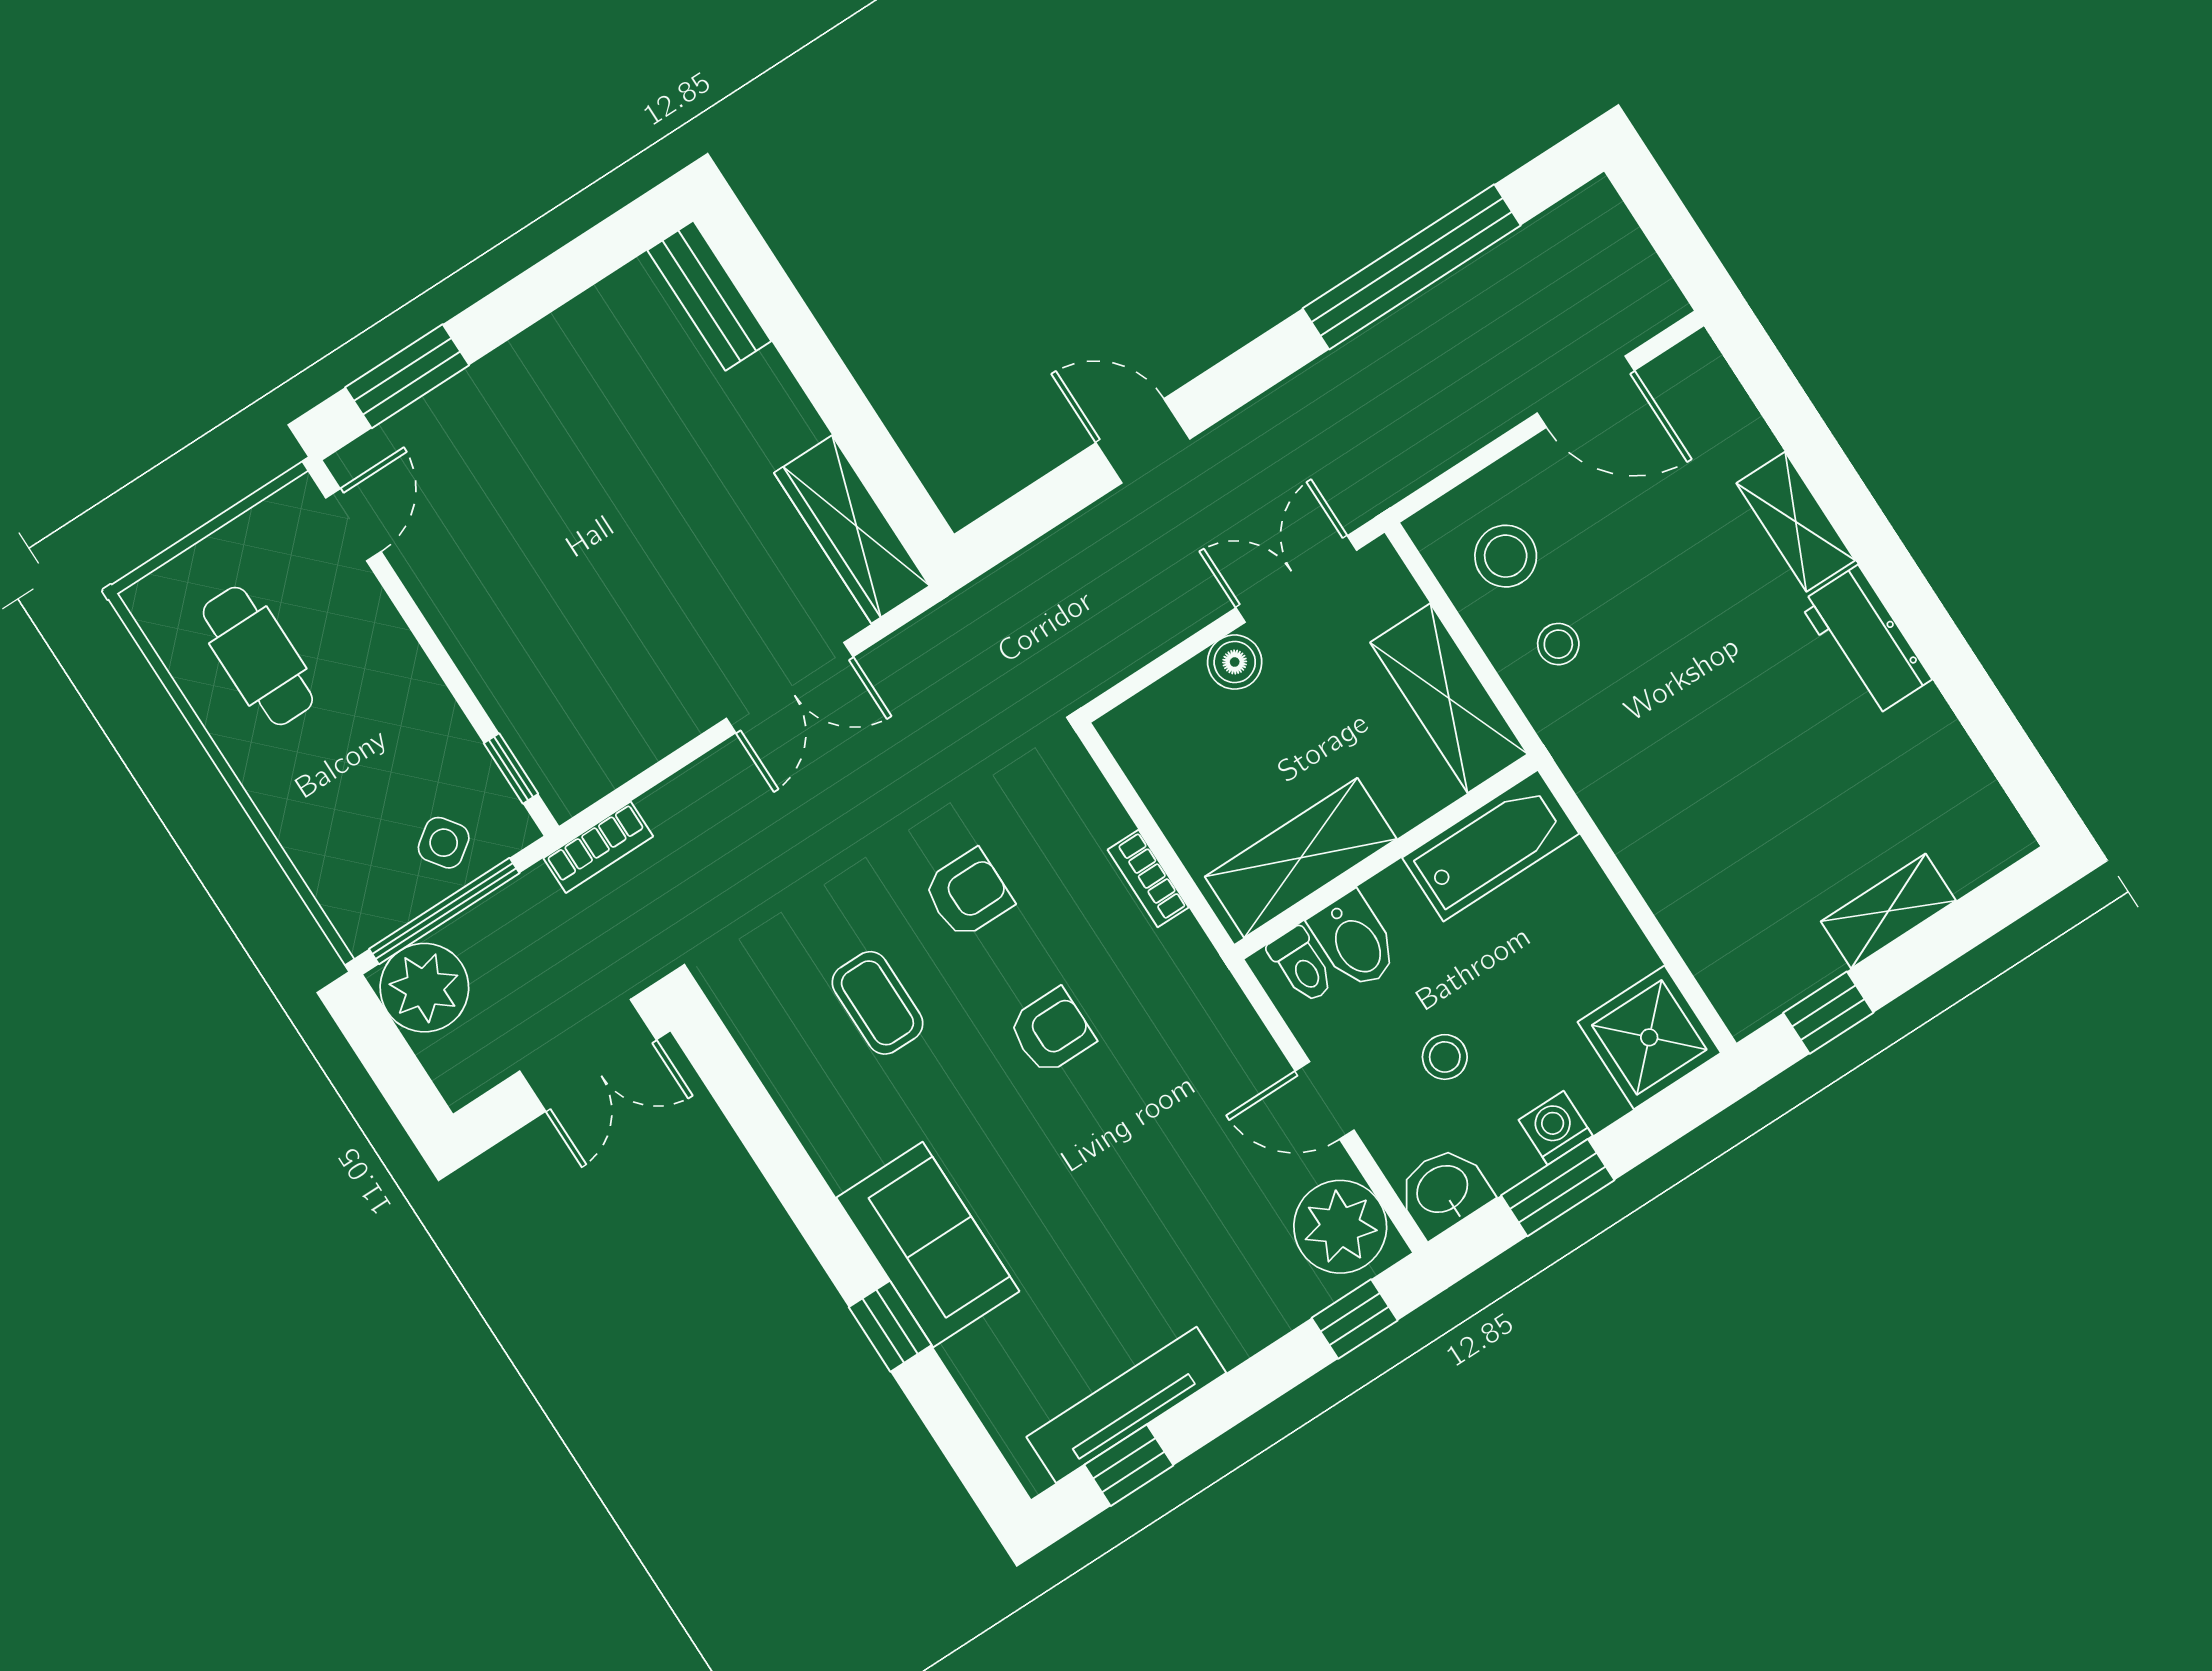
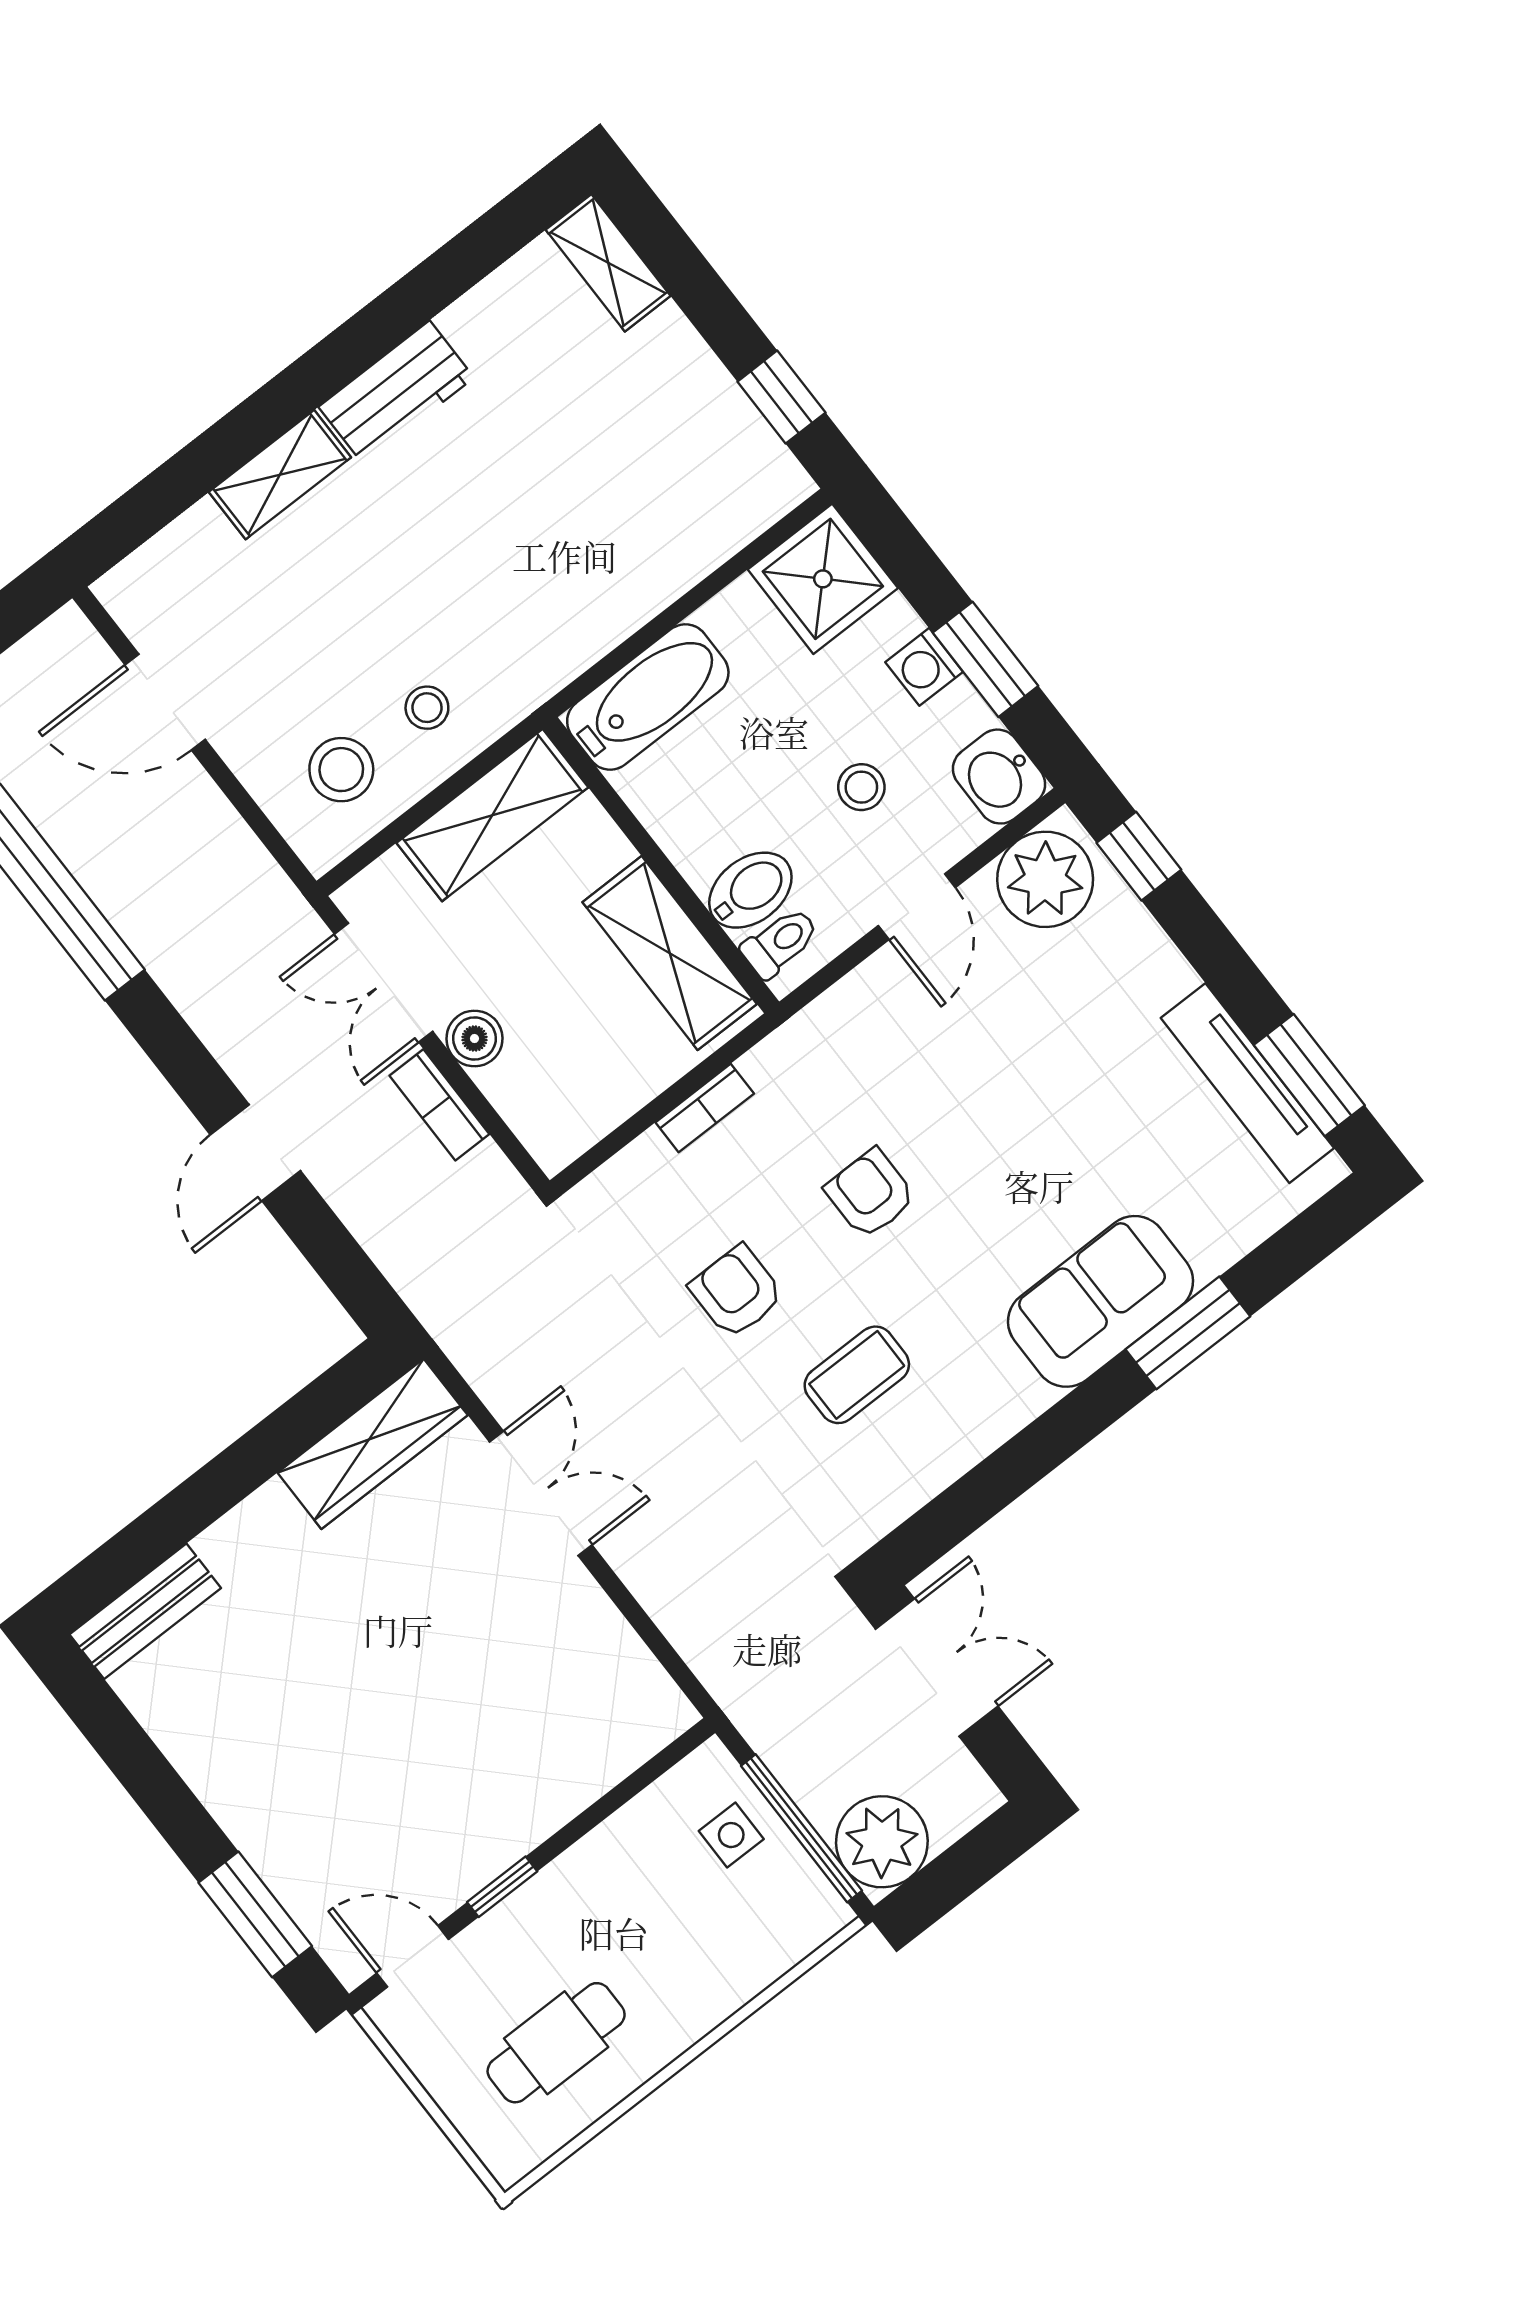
door: (1586, 392) -> (165, 702), swing flipped
window: (511, 768) -> (502, 1887), moved
side table: (444, 843) -> (731, 1835), turned 36
bathtub: (1491, 846) -> (648, 697), moved, turned 90
bookcase: (598, 847) -> (439, 1105), moved, turned 180
shelving: (1888, 911) -> (608, 263), moved
window: (890, 1326) -> (1188, 1333), width x1.50
window: (1129, 1465) -> (1309, 1075), width x1.50

